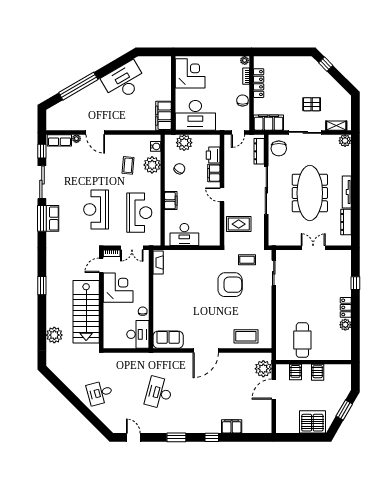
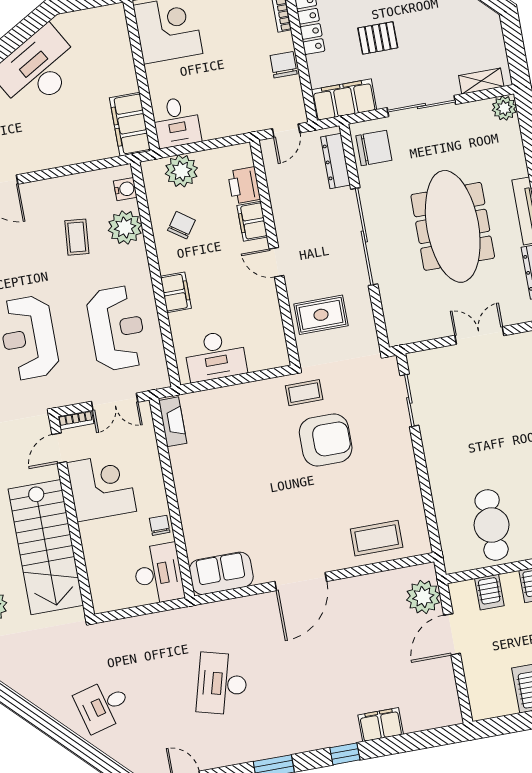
pallet: (312, 104) -> (378, 38), moved
desk: (195, 115) -> (176, 122), width x0.53, depth x0.77
chair: (279, 148) -> (374, 148), turned -90
coffee table: (247, 260) -> (304, 393), moved

